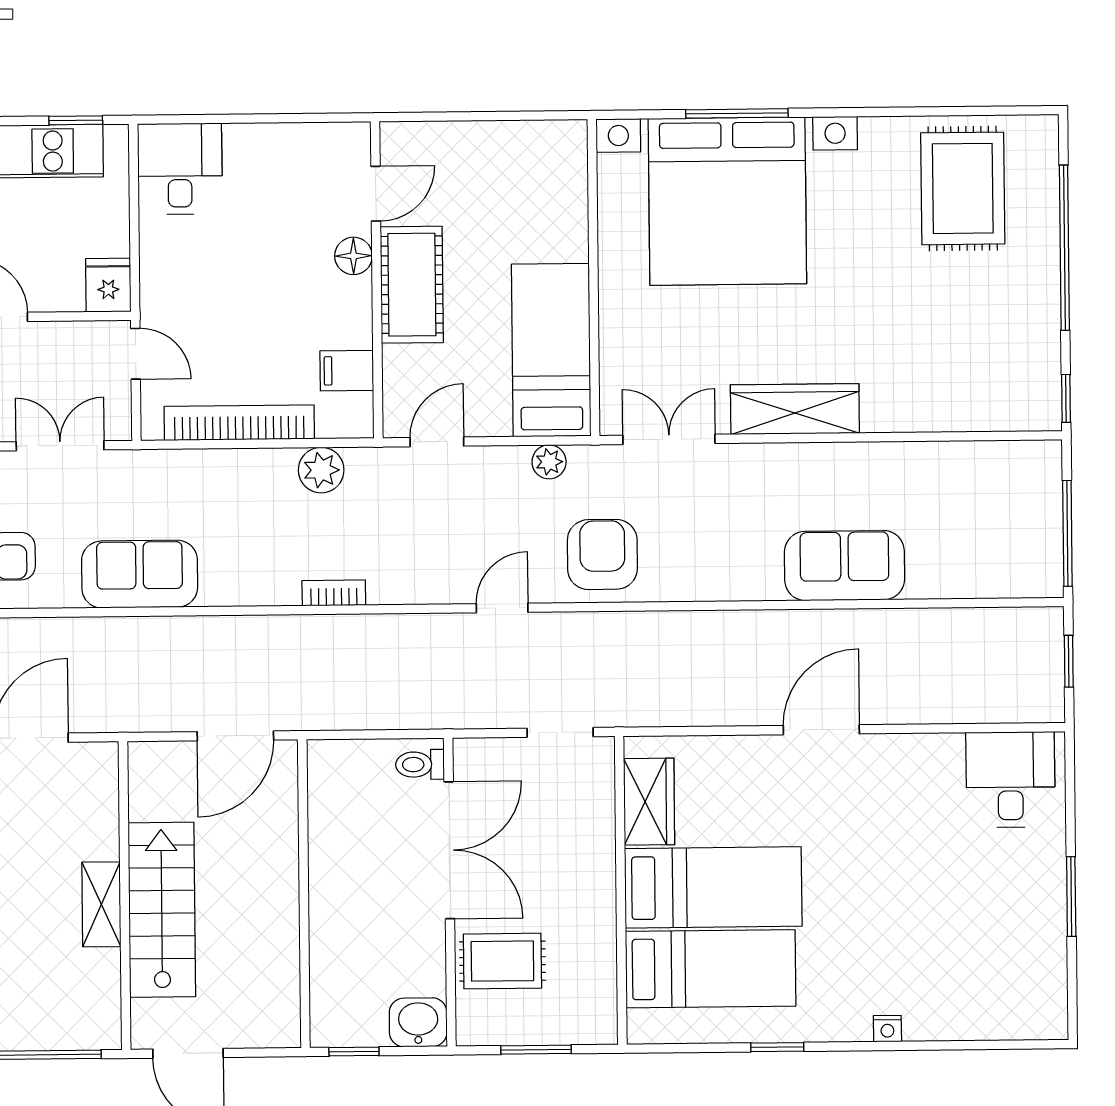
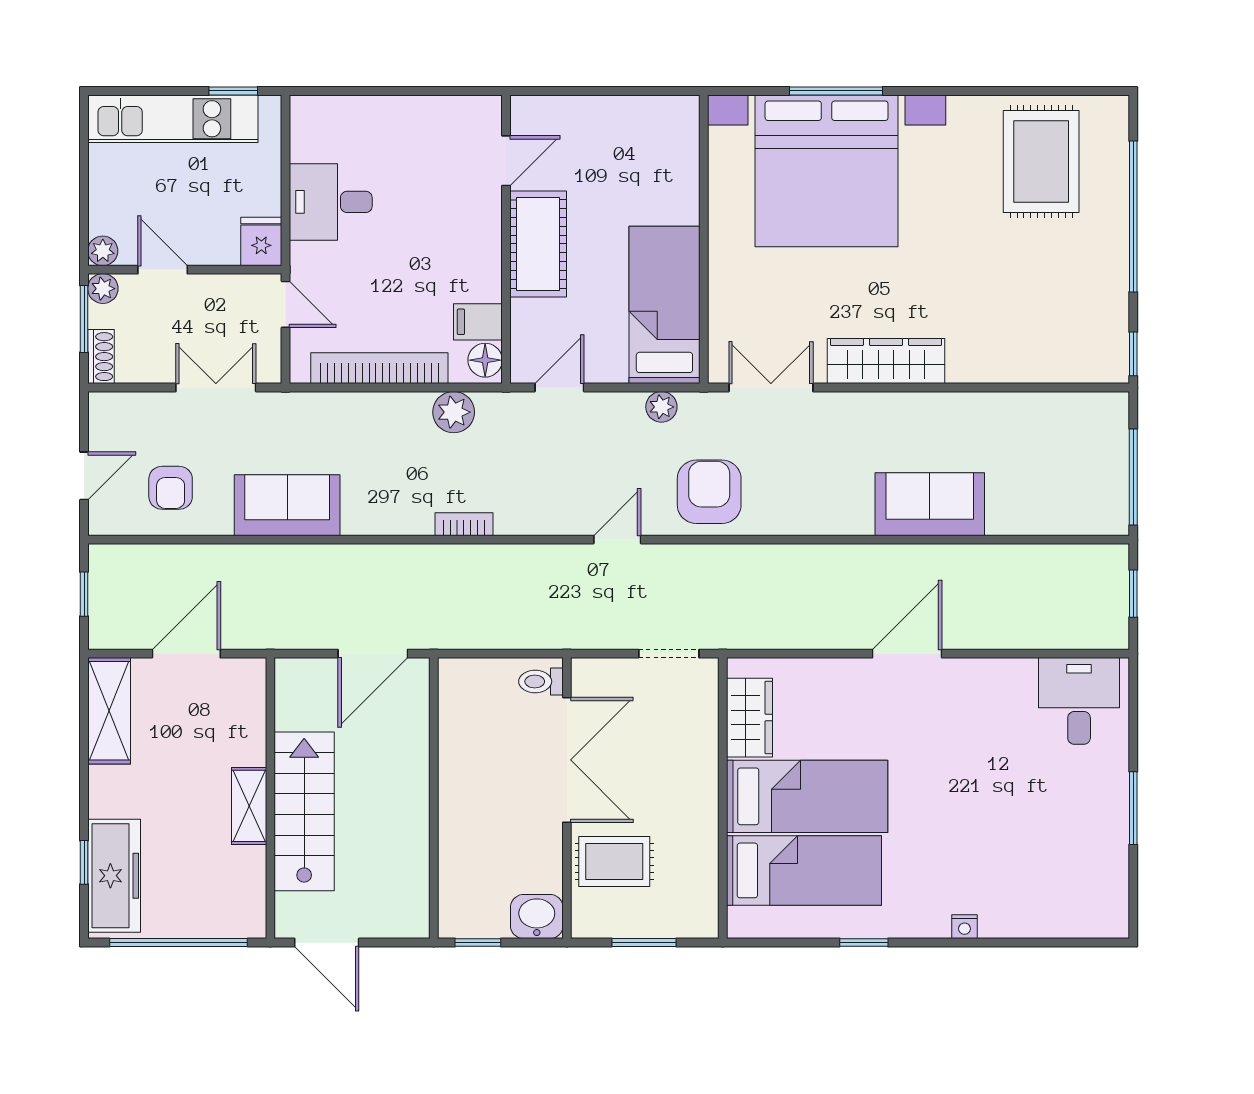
desk: (180, 169) -> (331, 202), moved, turned -90
floor lamp: (353, 256) -> (485, 360), moved

